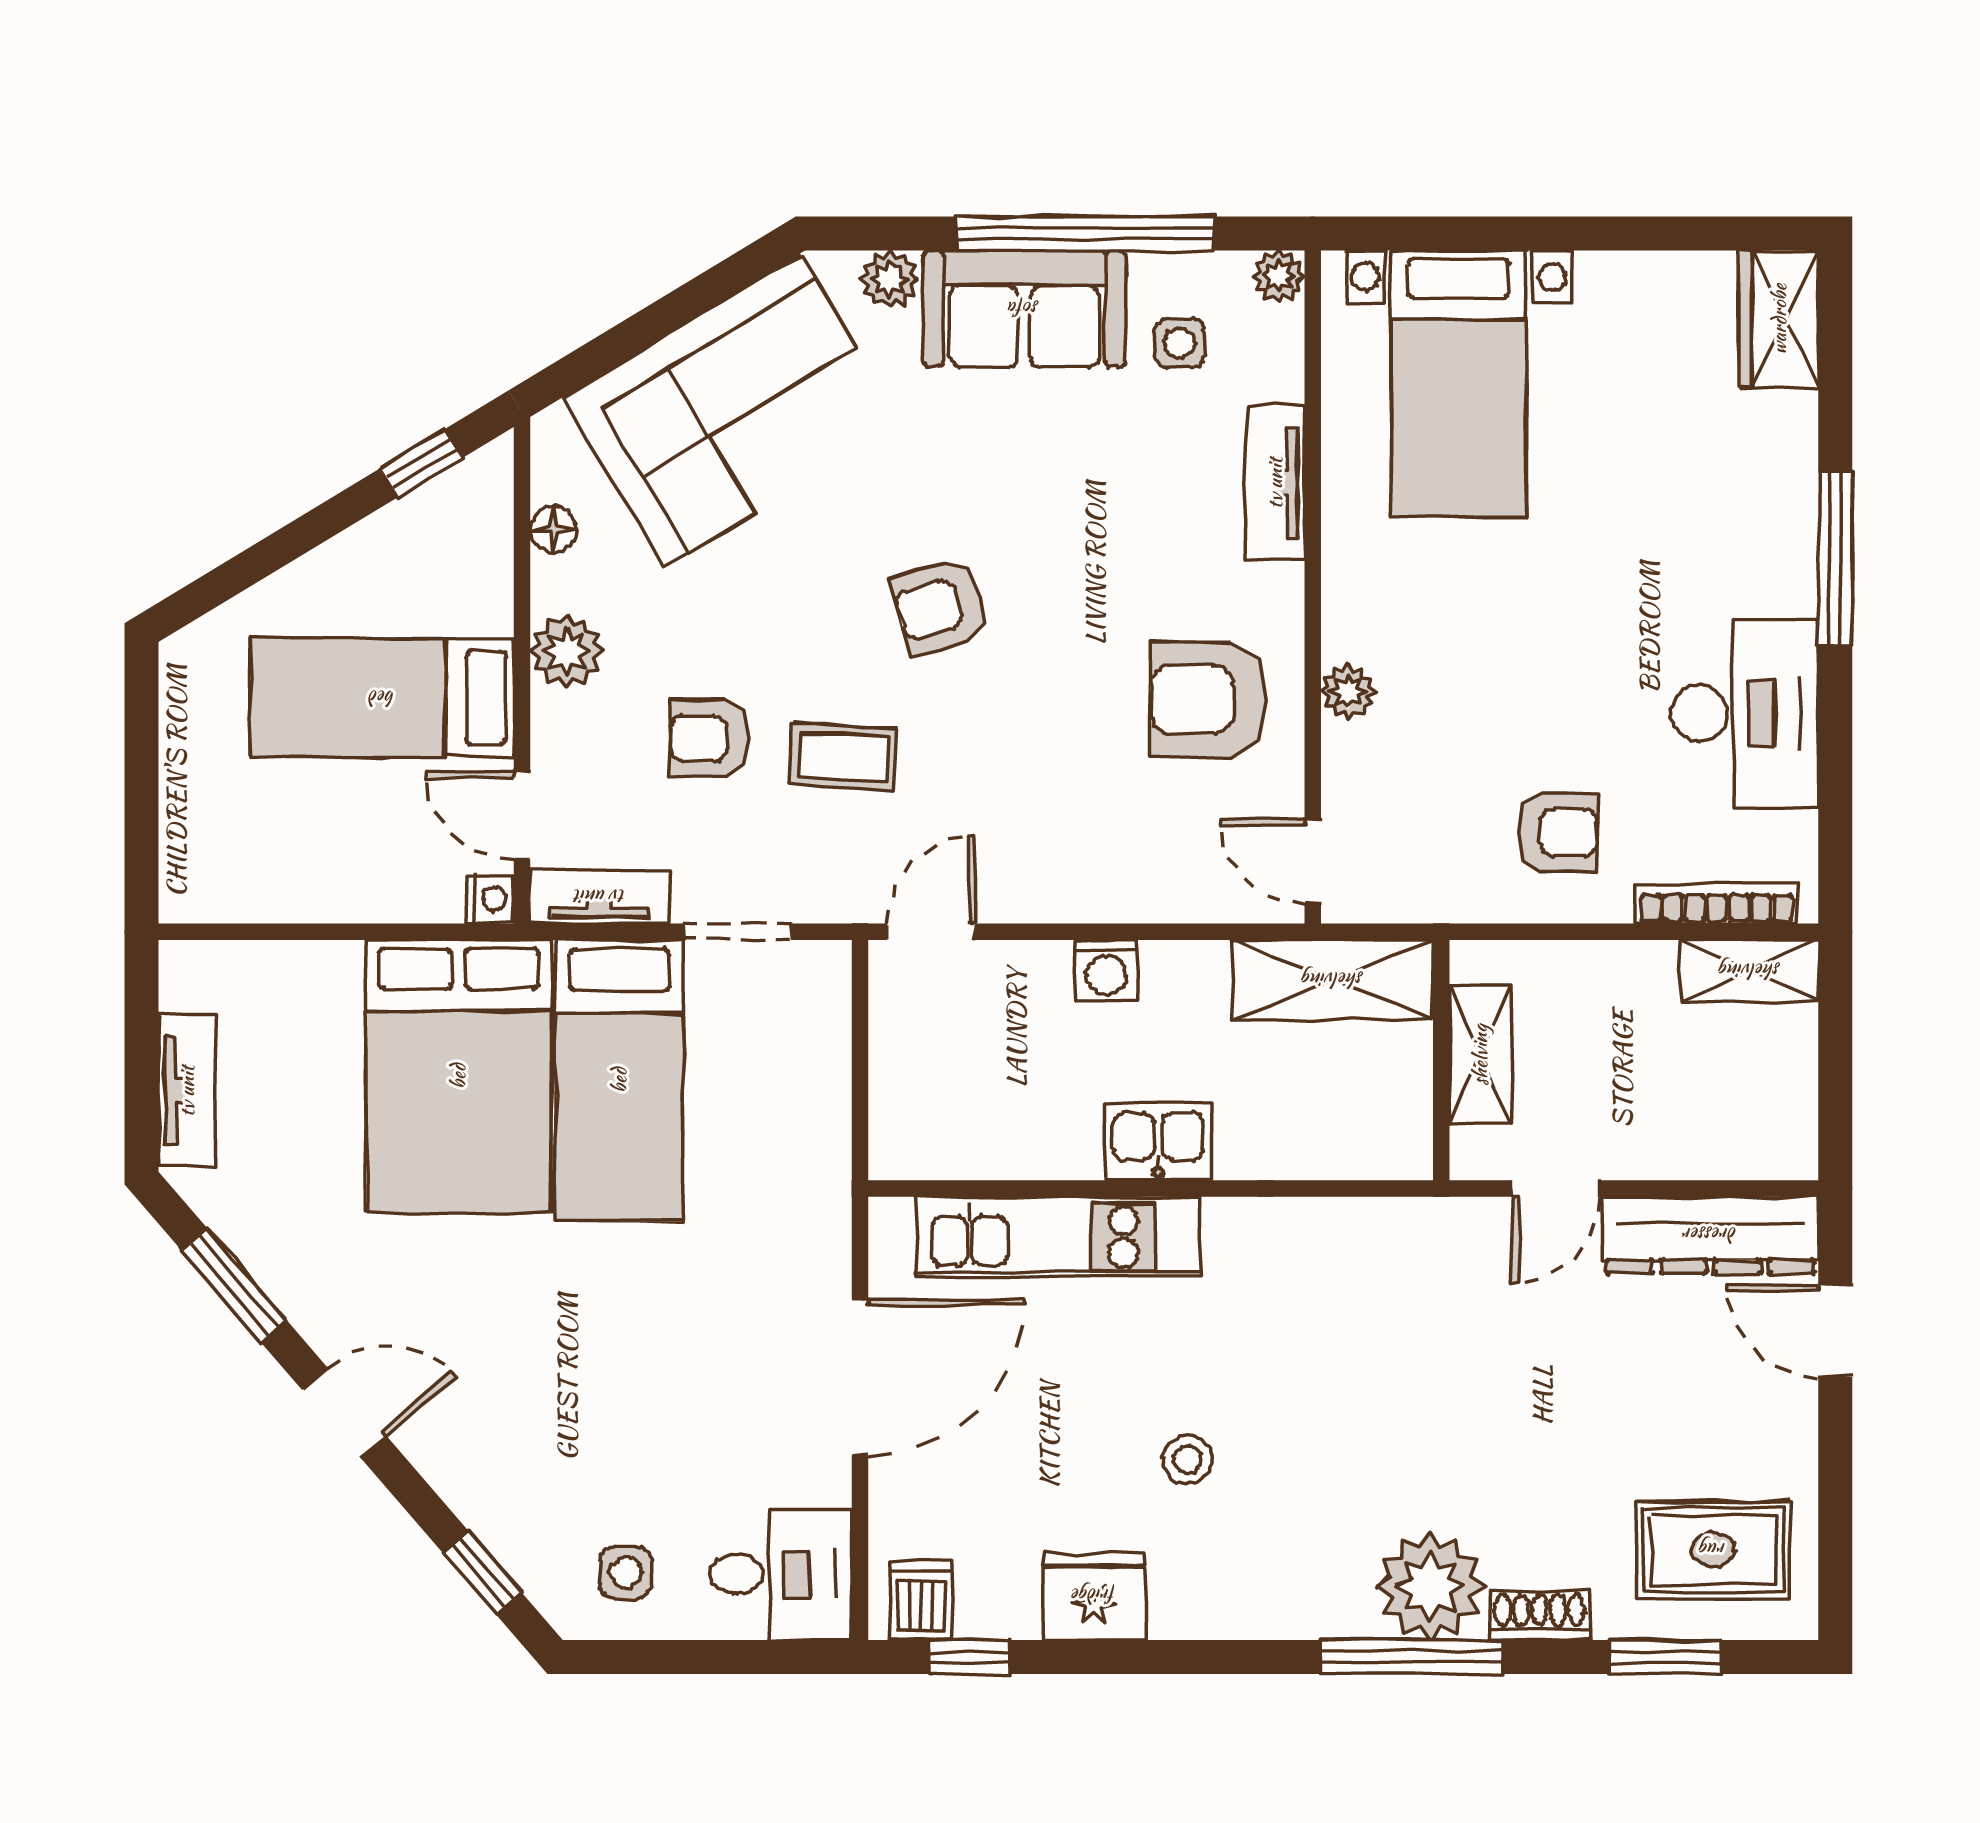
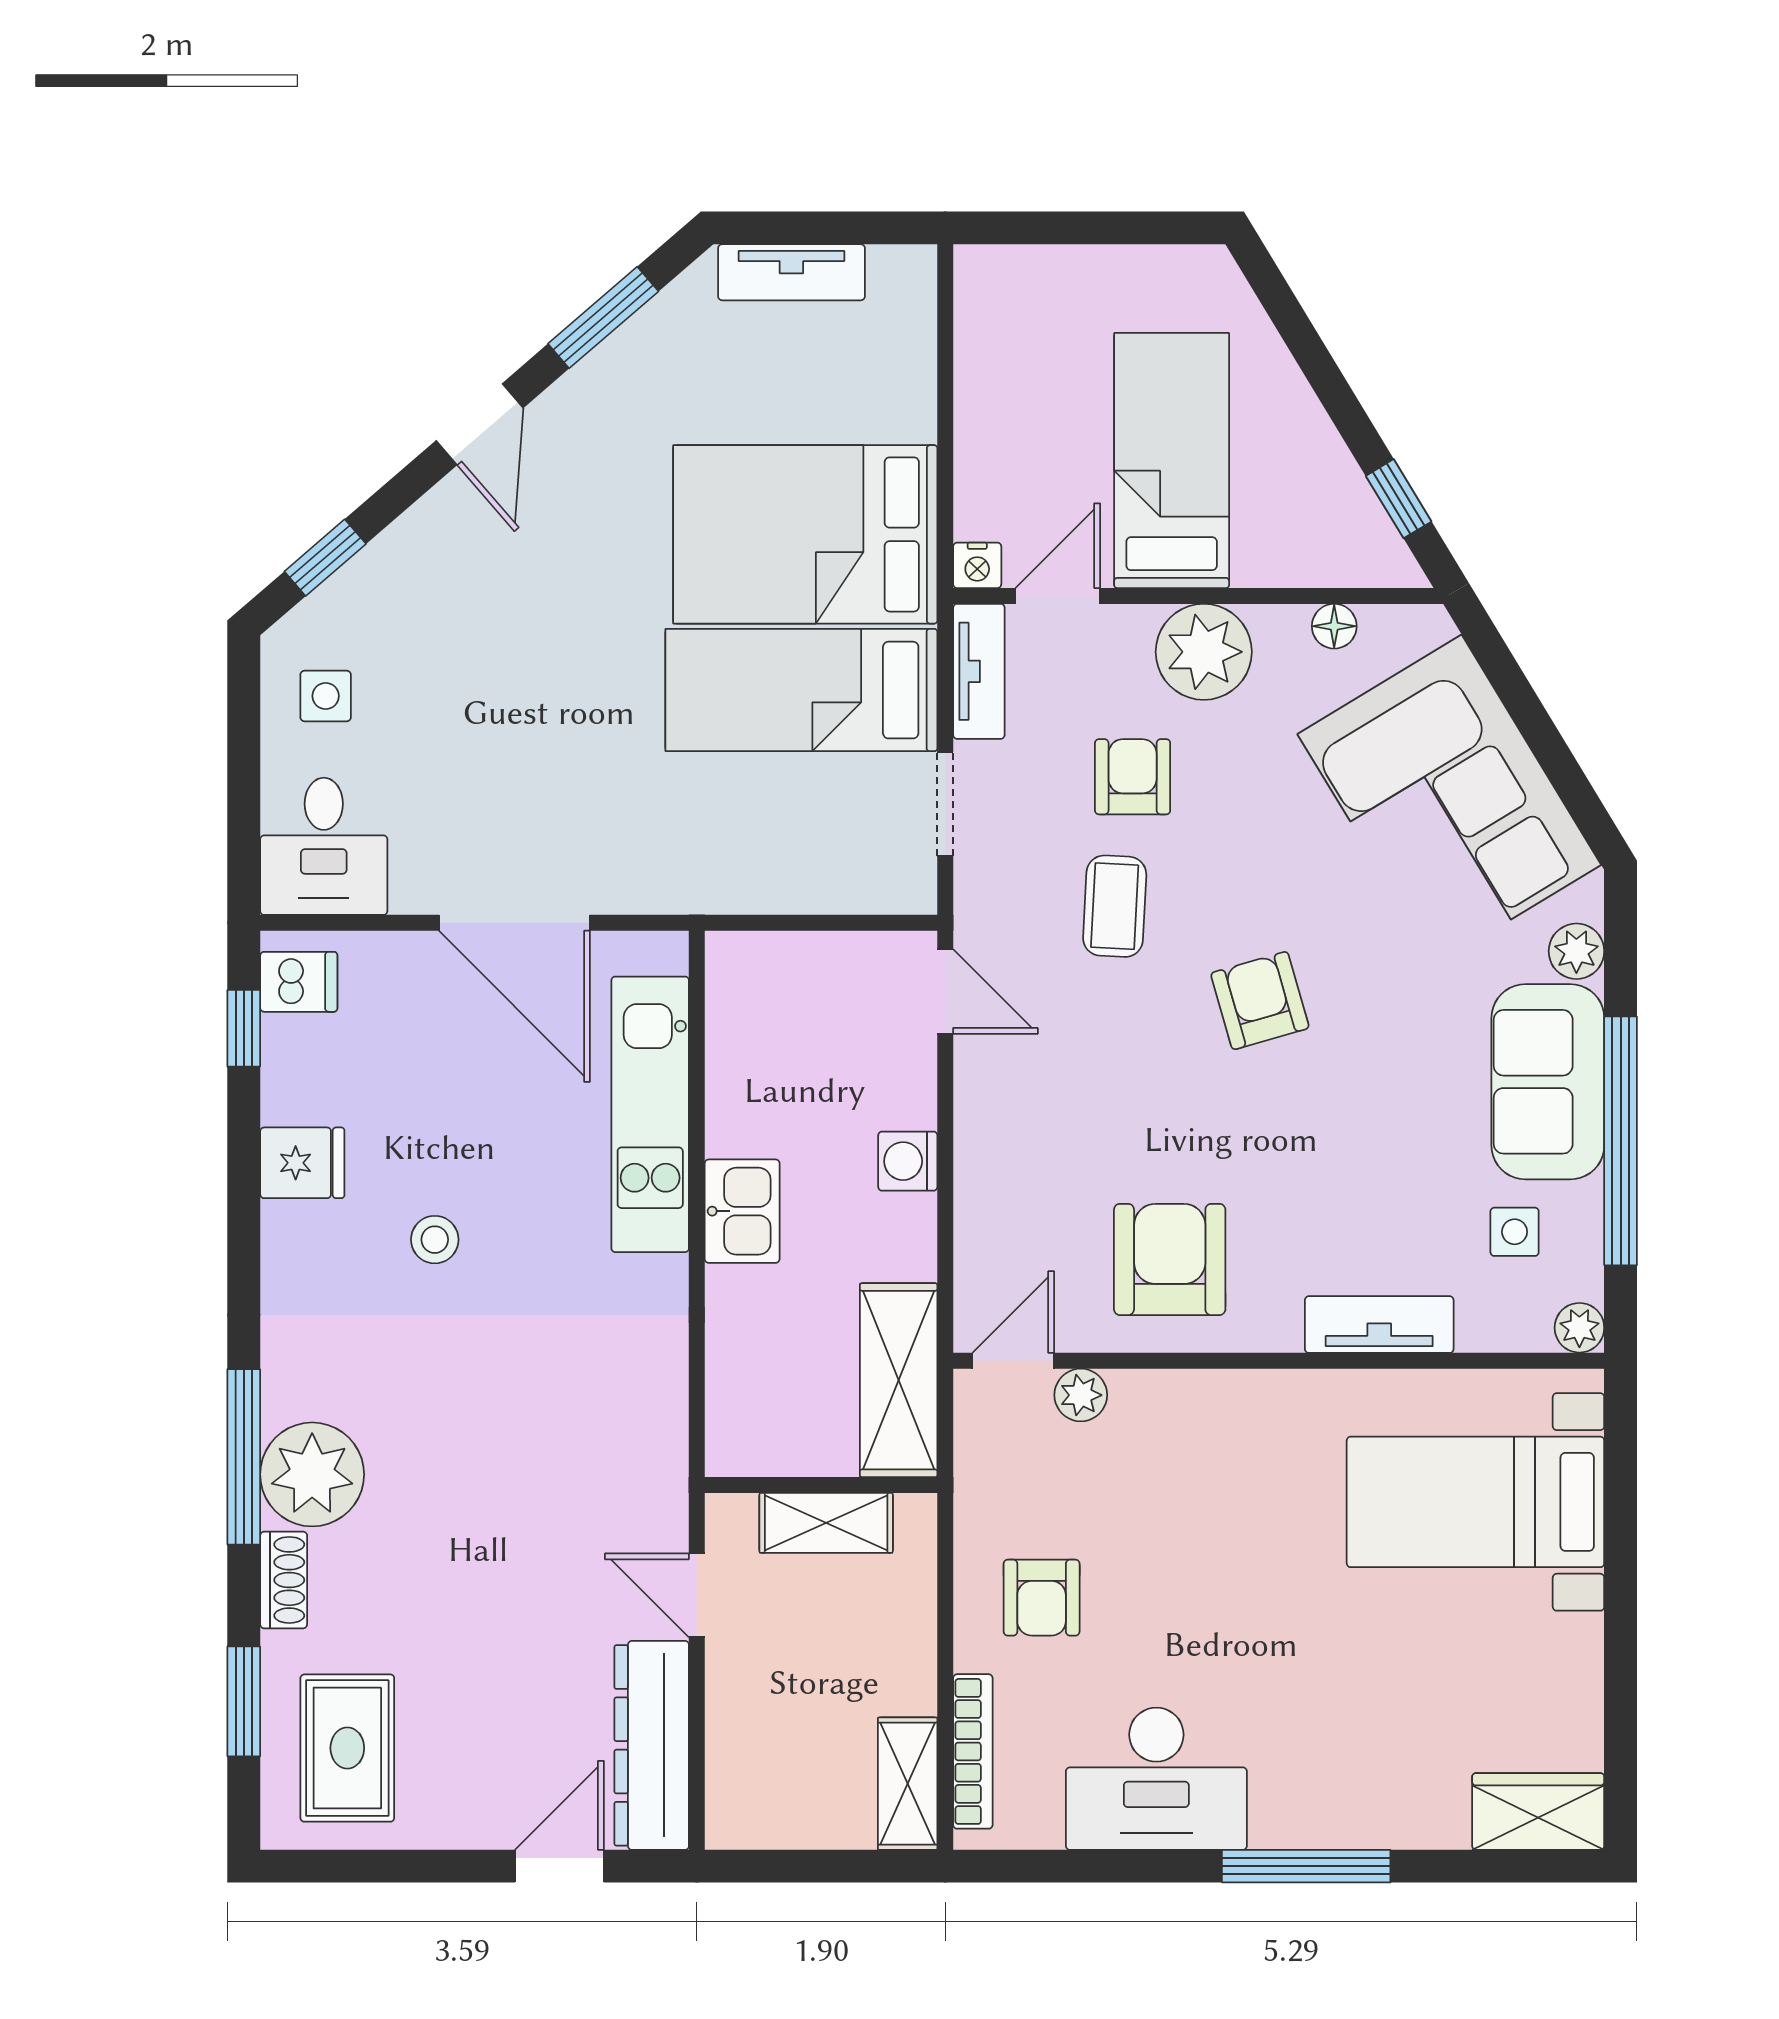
plant: (567, 651) -> (1204, 652), width x1.36, depth x1.36
plant: (1348, 692) -> (1081, 1395), moved
fridge: (1094, 1596) -> (302, 1163), width x0.72

